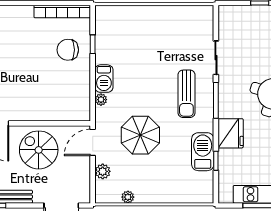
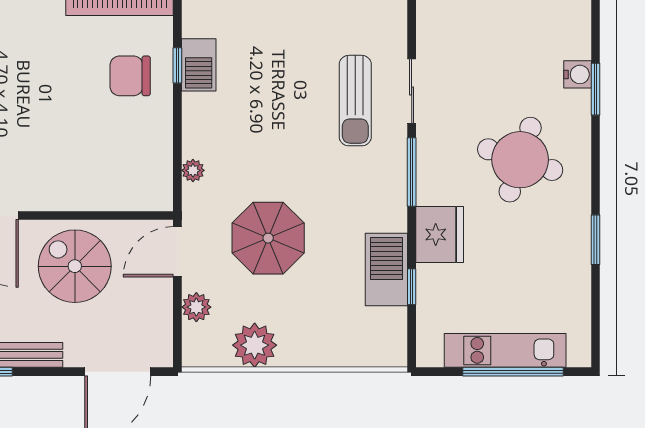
barbecue: (104, 79) -> (199, 65), moved
sun lounger: (186, 94) -> (355, 101), moved
plant: (128, 197) -> (255, 345), width x1.88, depth x1.88

